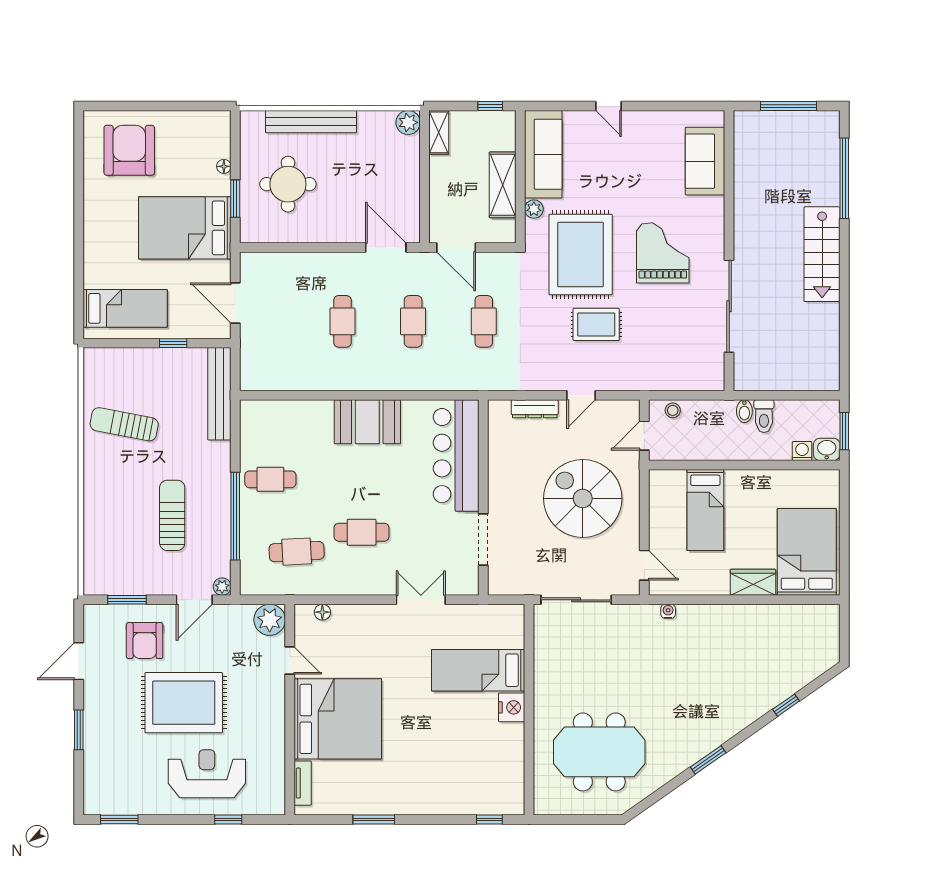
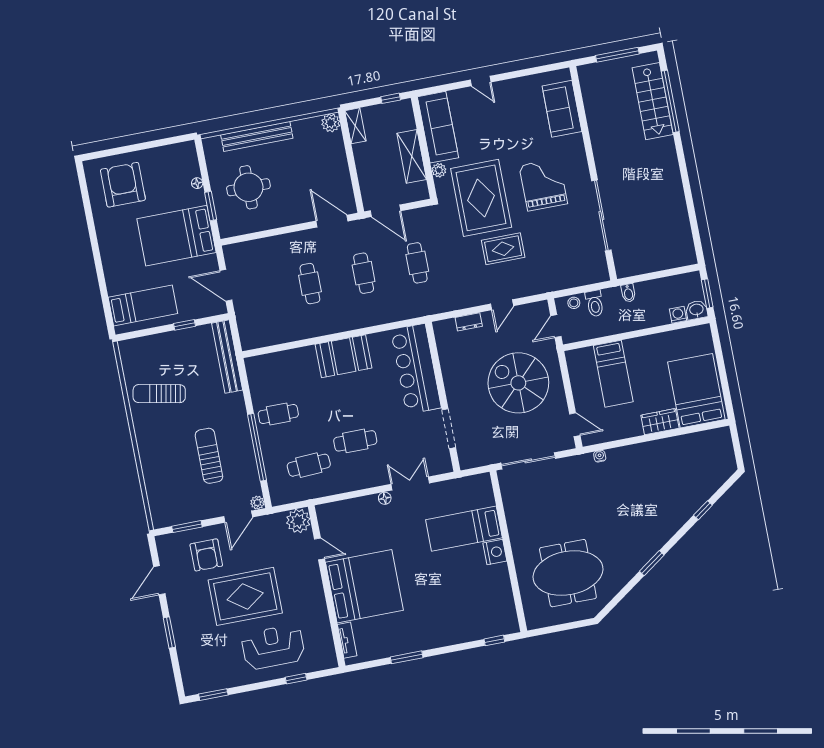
stairs: (822, 254) -> (653, 101), moved
dresser: (535, 409) -> (469, 322), width x0.70
toilet: (764, 416) -> (595, 303), moved
floor lamp: (322, 612) -> (385, 498), moved

